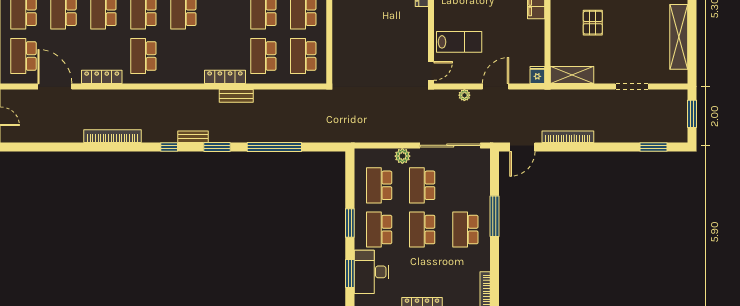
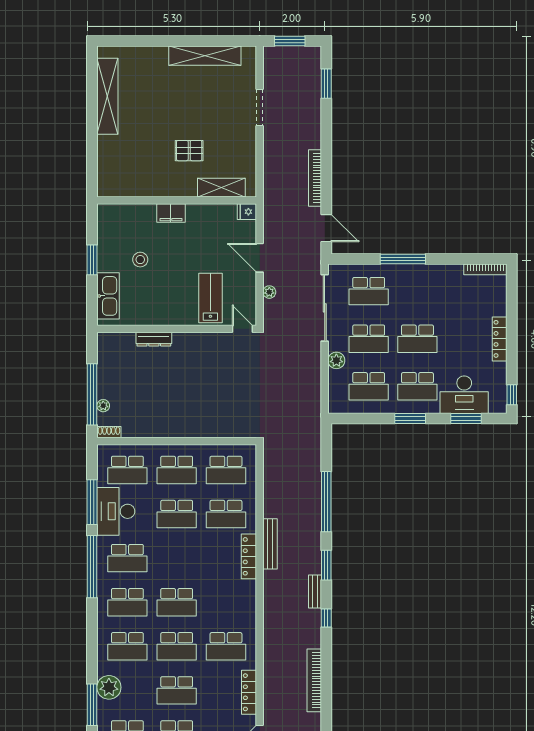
shelving: (572, 75) -> (221, 188), moved, turned 90
bench: (236, 96) -> (270, 544), width x1.36
school desk: (465, 230) -> (369, 291), moved

